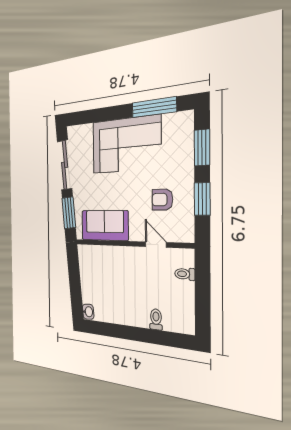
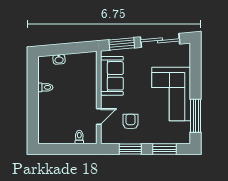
washbasin: (88, 312) -> (59, 59), moved
toilet: (156, 319) -> (45, 87), moved

